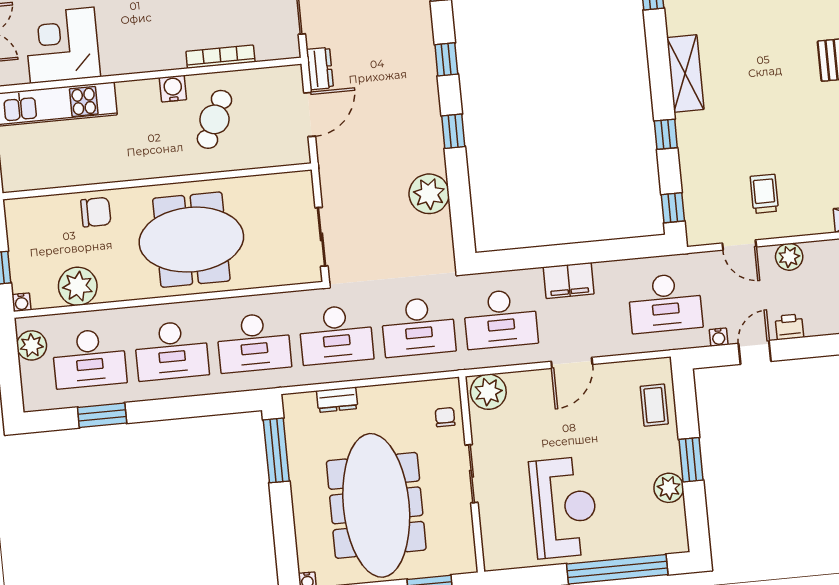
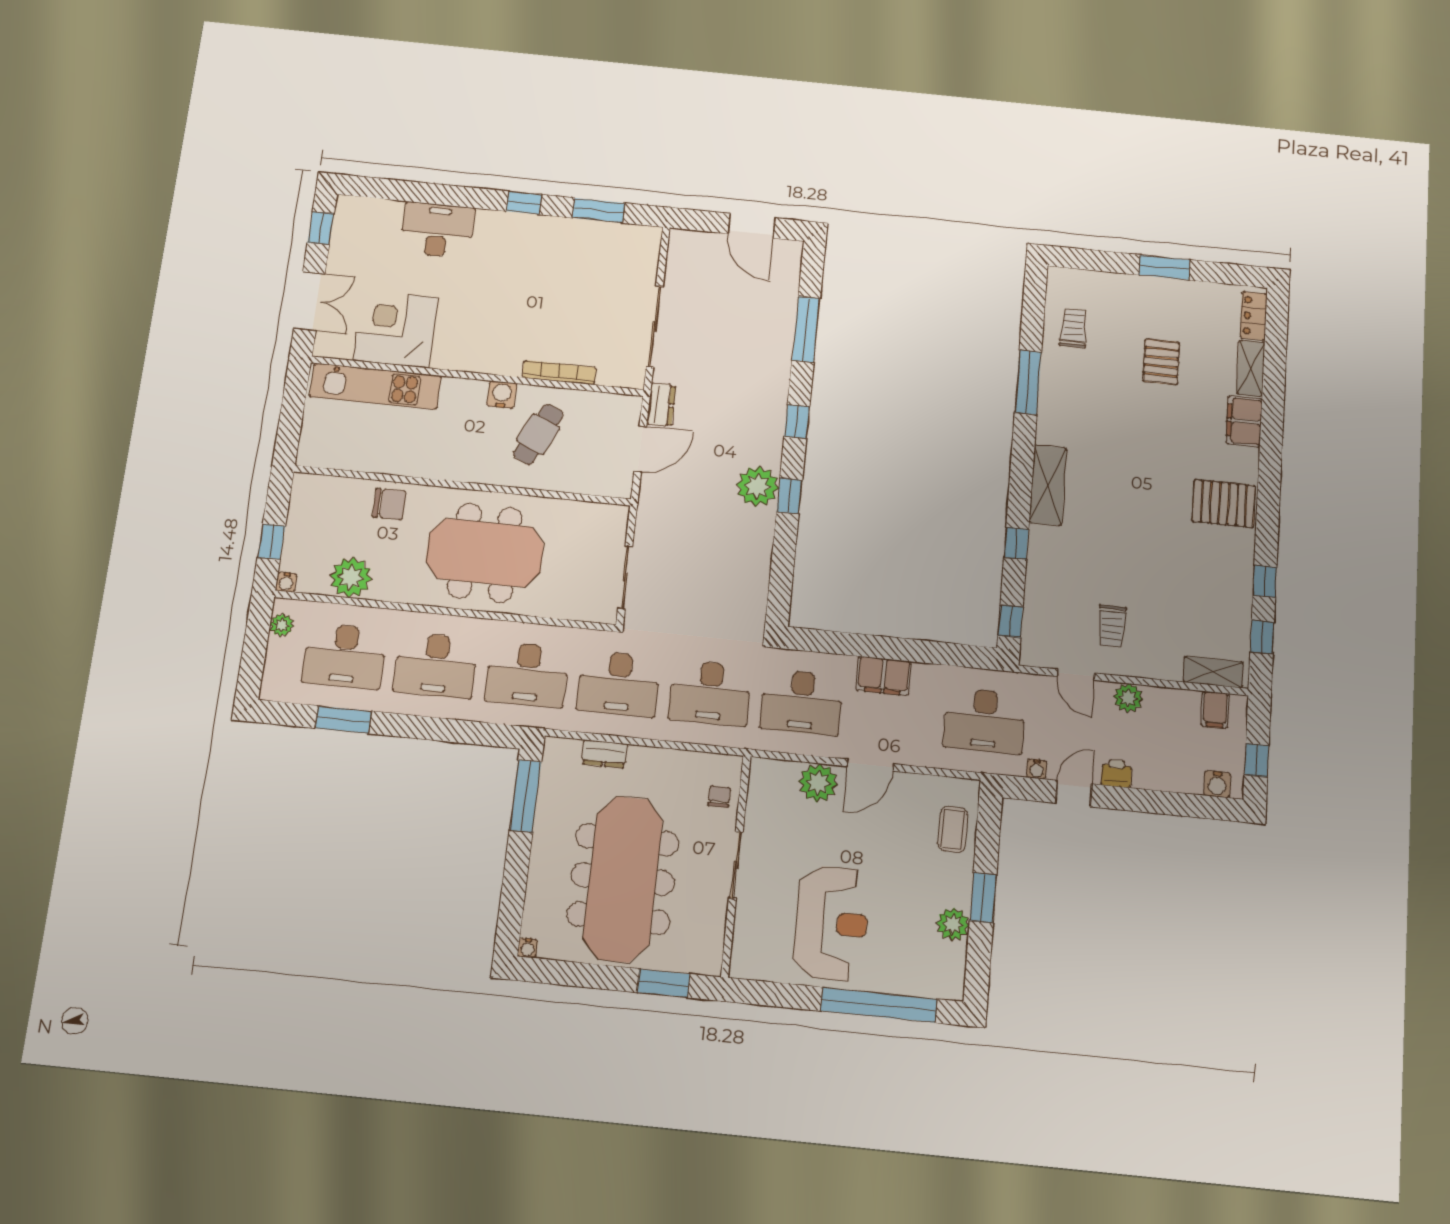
plant: (429, 194) -> (758, 486), moved
trolley: (764, 194) -> (1112, 626), turned 180
plant: (32, 345) -> (282, 625), width x0.73, depth x0.73
plant: (488, 392) -> (818, 783), moved

